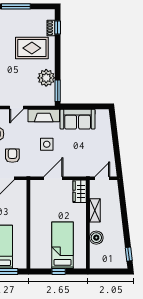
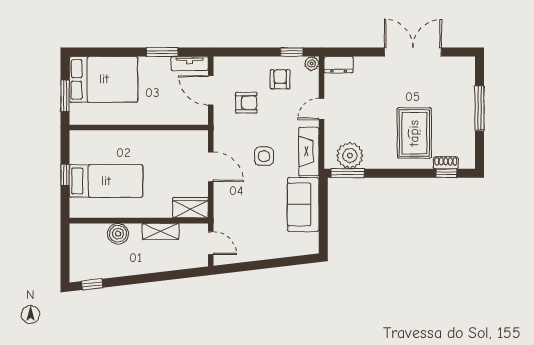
plant: (46, 78) -> (350, 155), moved
door: (16, 107) -> (321, 109), hinge flipped

